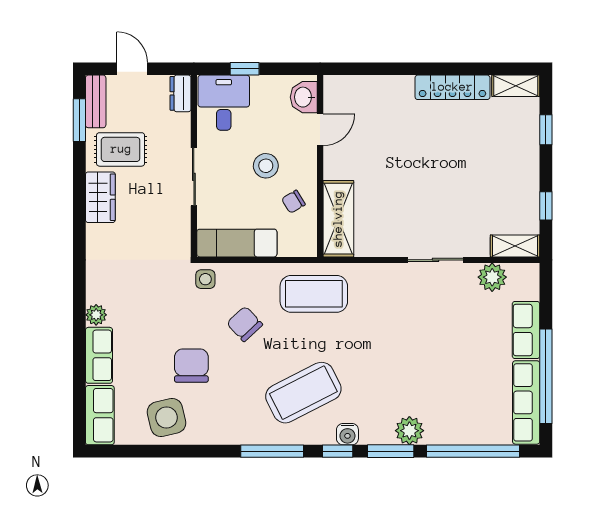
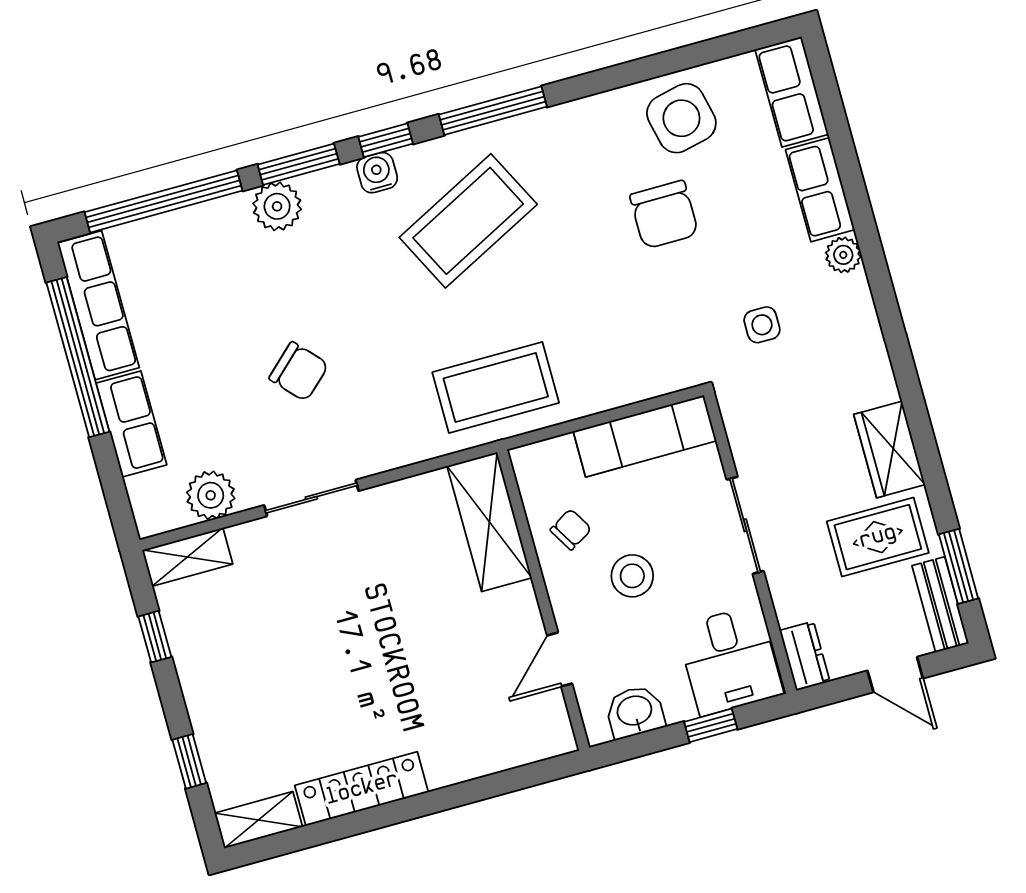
washbasin: (304, 97) -> (635, 712), moved, turned -90
side table: (205, 279) -> (762, 325), moved
chair: (245, 324) -> (299, 371), moved

